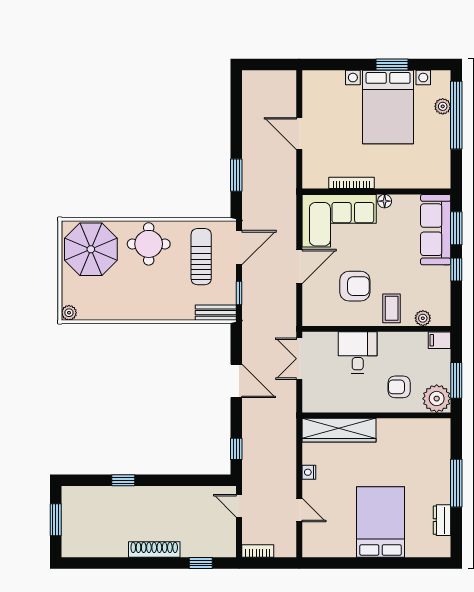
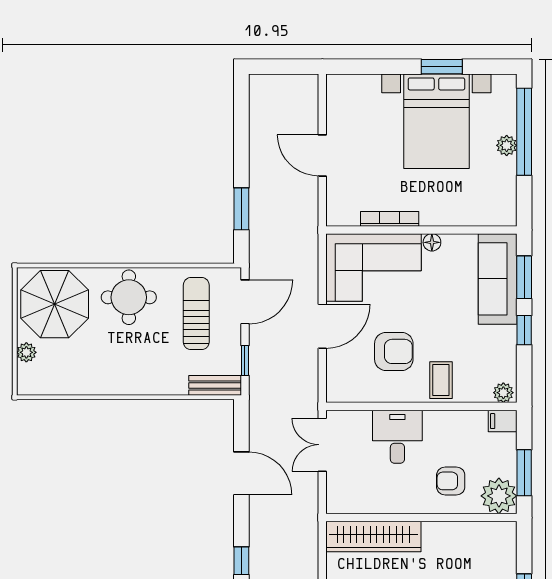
plant: (443, 106) -> (507, 145), moved
plant: (69, 313) -> (26, 352), moved
plant: (423, 318) -> (503, 393), moved

